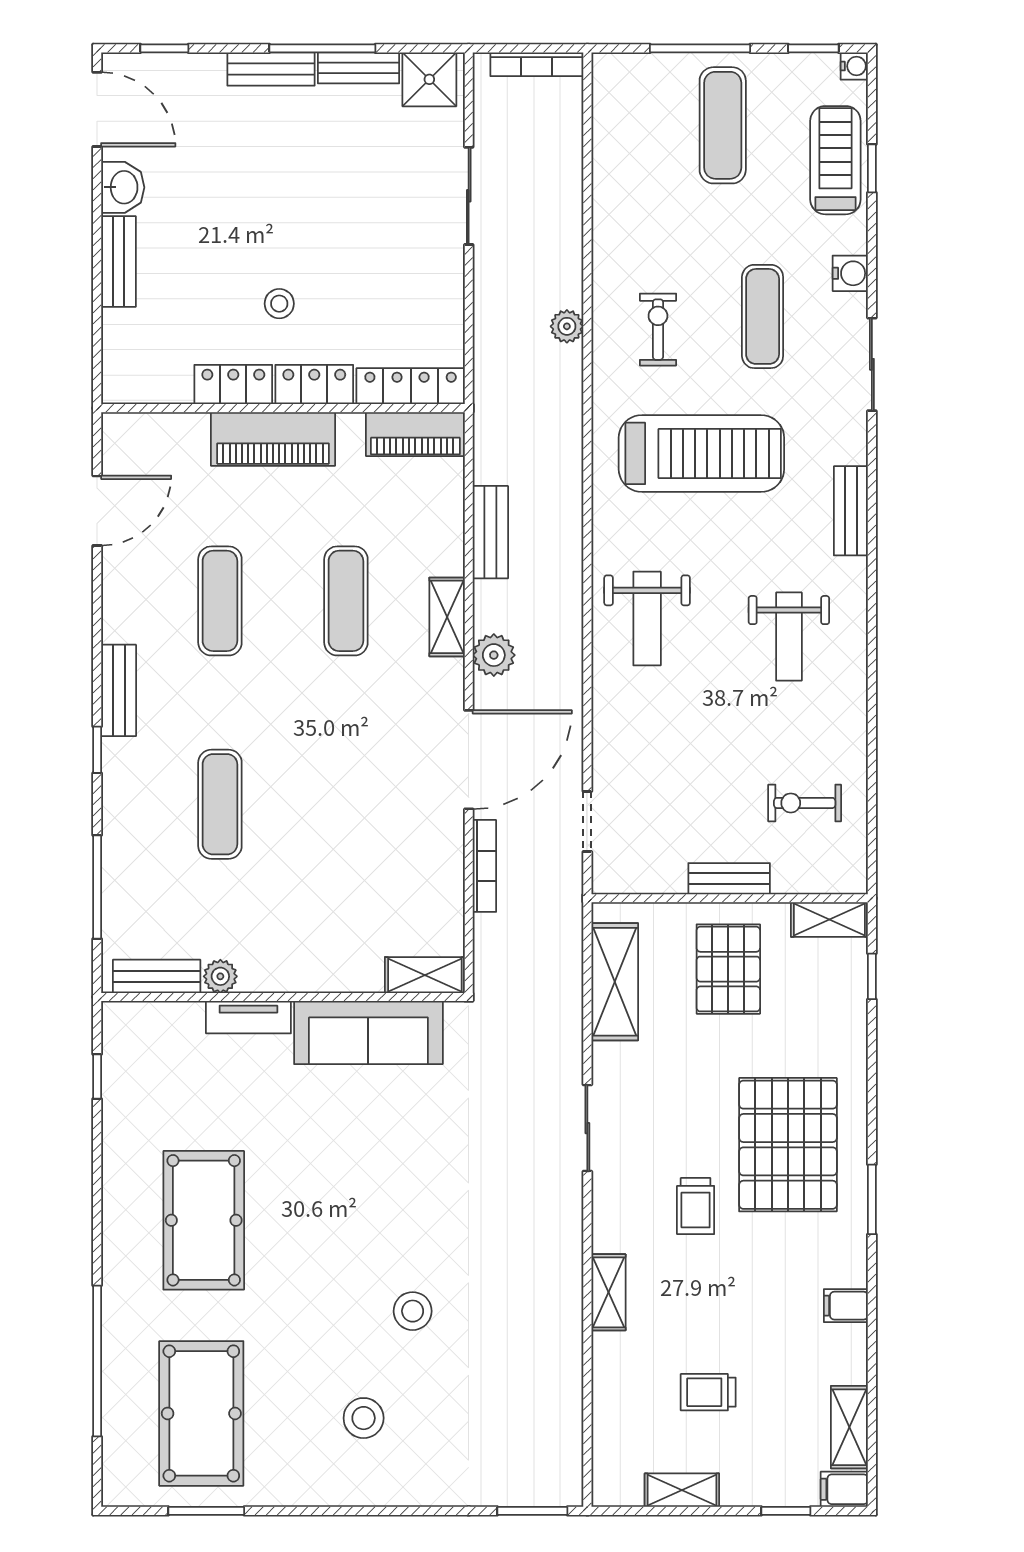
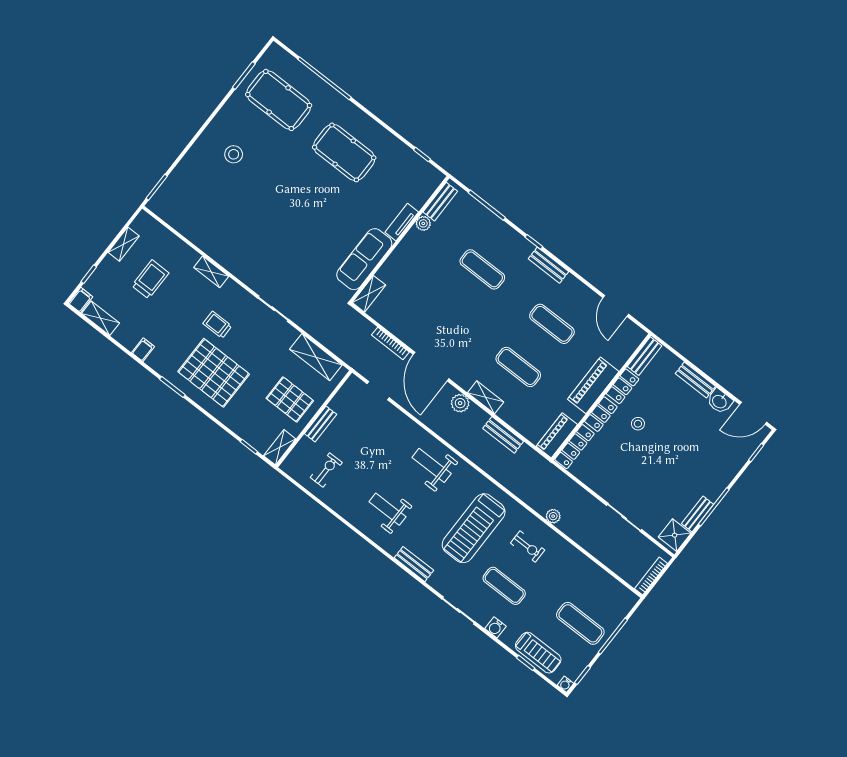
bench: (271, 69) -> (644, 356), moved
stool: (413, 1311) -> (257, 200), removed
trolley: (708, 1392) -> (150, 279), width x1.36, depth x1.39

